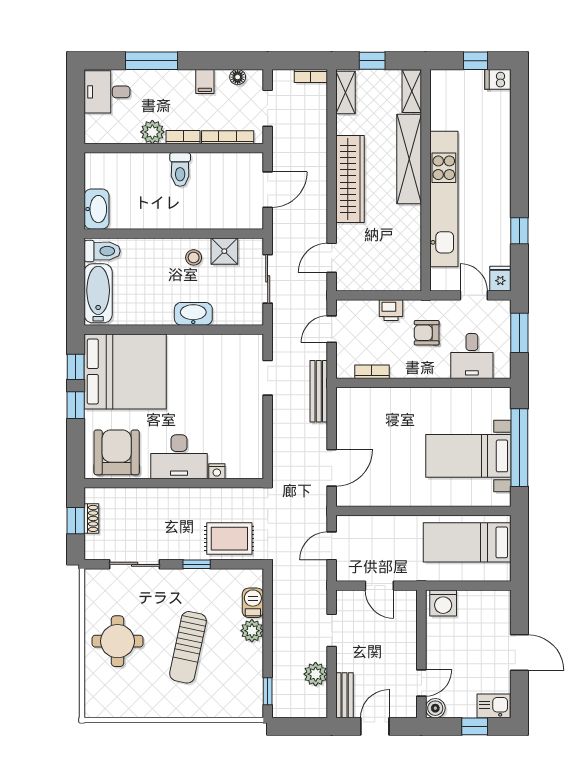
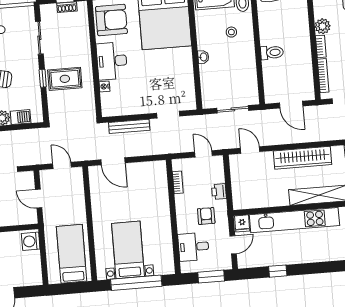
toilet: (180, 169) -> (272, 53), moved, turned 180
shower: (224, 251) -> (249, 80), removed
stool: (194, 257) -> (231, 32), moved
fridge: (500, 279) -> (242, 223), moved, turned 90
washbasin: (193, 314) -> (203, 57), width x0.52, depth x0.69
bench: (319, 391) -> (129, 126), moved
rug: (229, 539) -> (65, 79), moved, turned 90
door: (379, 586) -> (39, 199), hinge flipped

